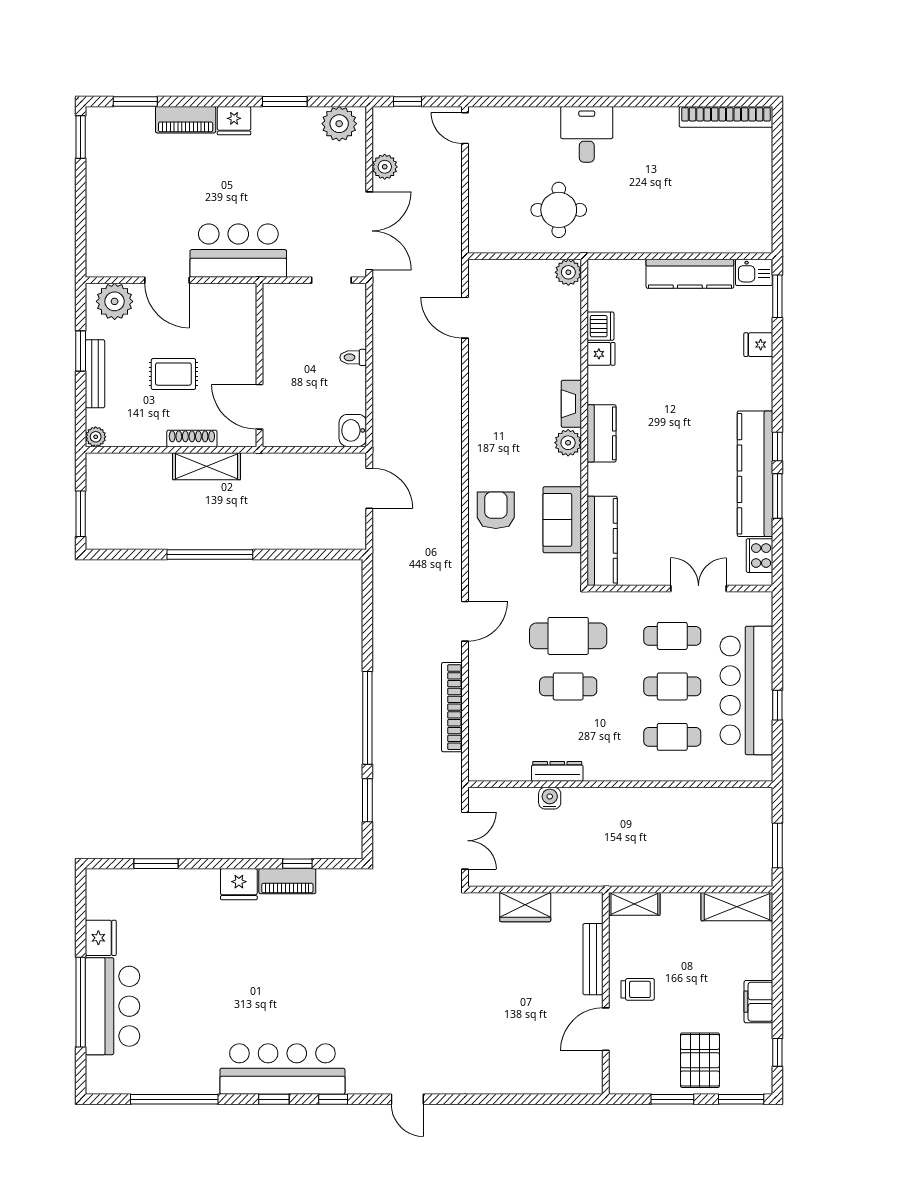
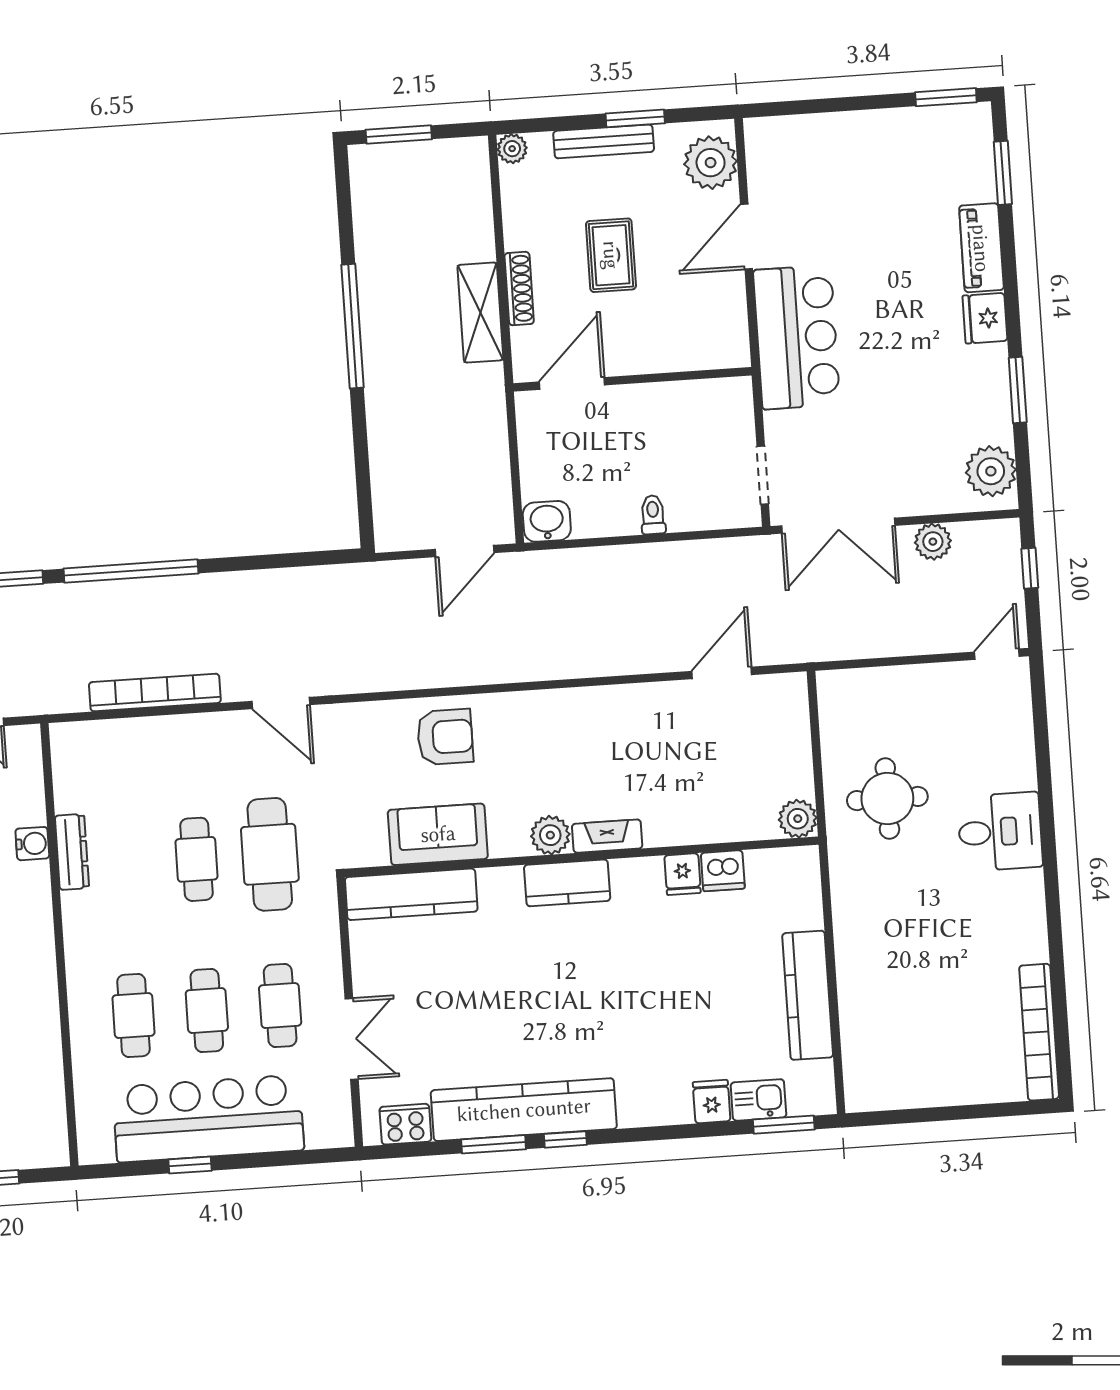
kitchen sink: (754, 272) -> (758, 1100), moved, turned 90

